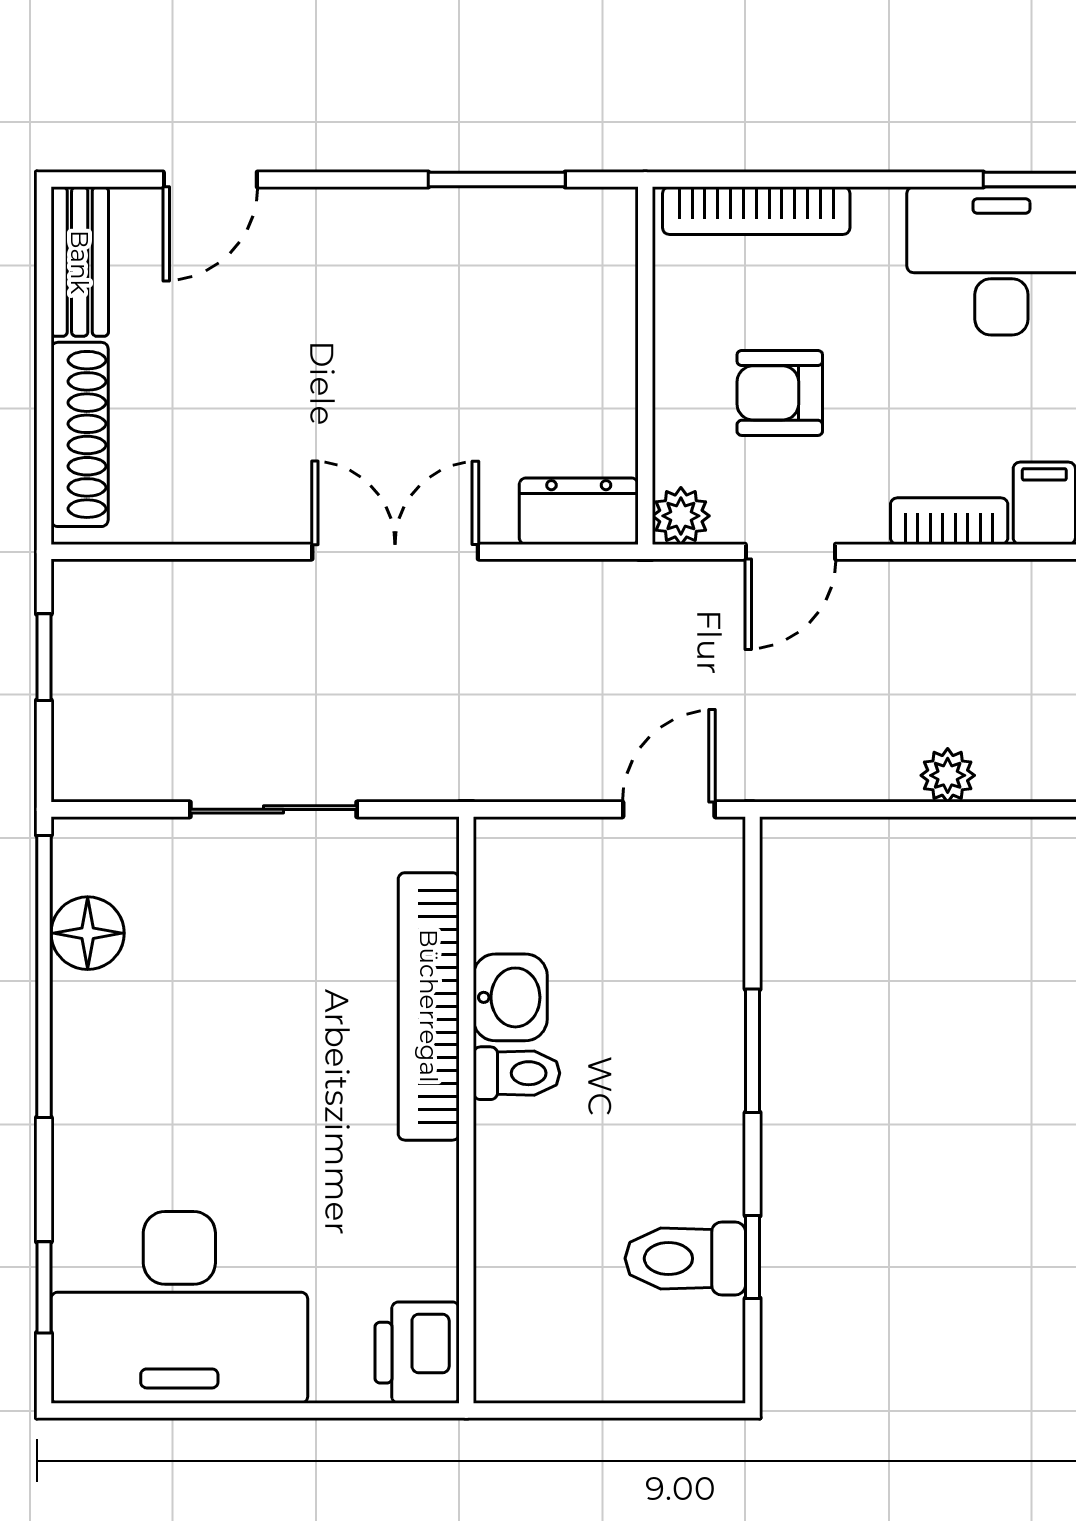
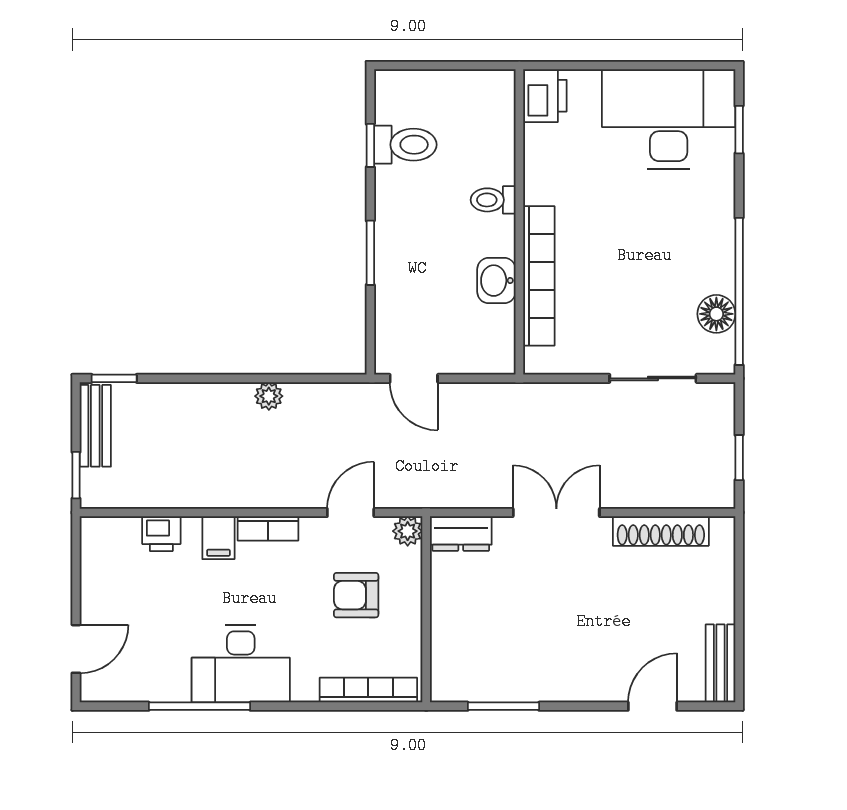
armchair: (780, 393) -> (356, 595), turned 180
shoe rack: (80, 434) -> (661, 531), moved, turned -90
double door: (395, 552) -> (556, 512), swing flipped
sliding door: (274, 809) -> (653, 378), moved
door: (669, 809) -> (414, 378), hinge flipped
toilet: (517, 1073) -> (493, 200), moved

